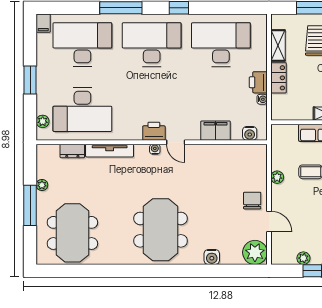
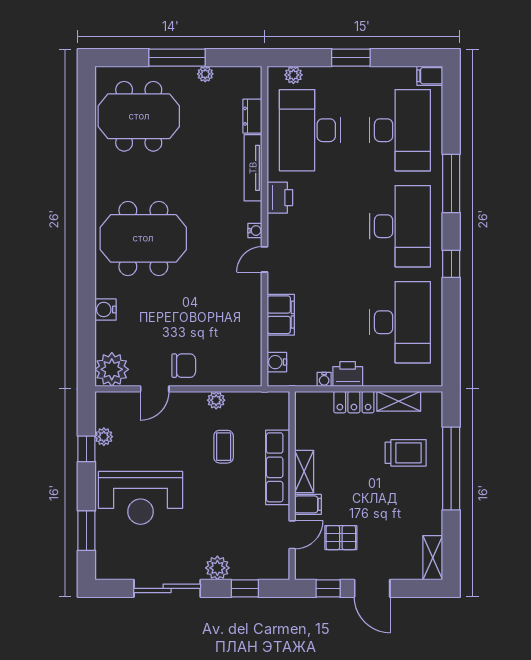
printer: (154, 131) -> (280, 198), moved

